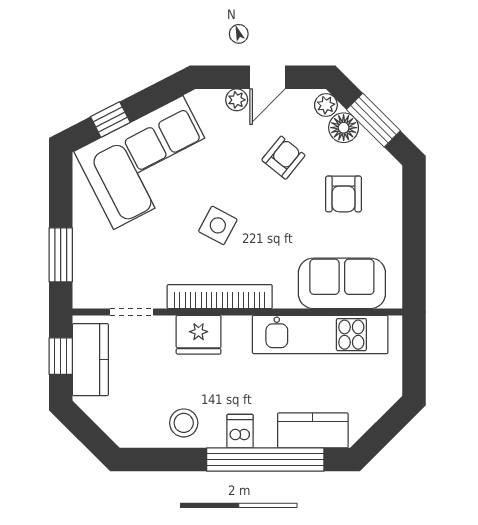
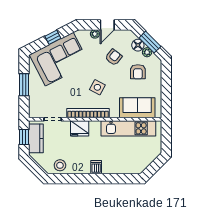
plant: (326, 105) -> (147, 52), moved
window: (110, 120) -> (53, 37), moved
side table: (218, 225) -> (97, 87), moved
window: (61, 255) -> (24, 85), moved
stool: (184, 423) -> (60, 165), moved
kitchen counter: (313, 430) -> (126, 167), removed
window: (265, 460) -> (106, 179), removed

